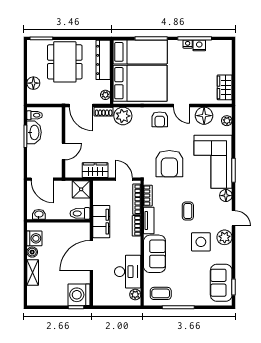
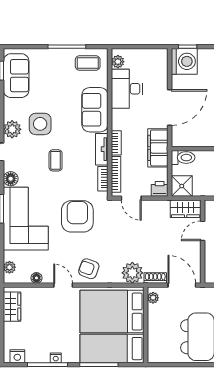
nightstand: (199, 45) -> (17, 356), moved
dresser: (103, 60) -> (156, 339), removed
floor lamp: (204, 116) -> (36, 278), width x0.53, depth x0.53
armchair: (160, 119) -> (89, 269), turned -70
wardrobe: (95, 170) -> (186, 209), moved
printer: (100, 187) -> (160, 189), added

